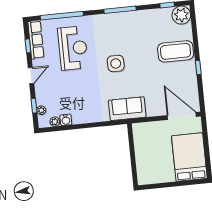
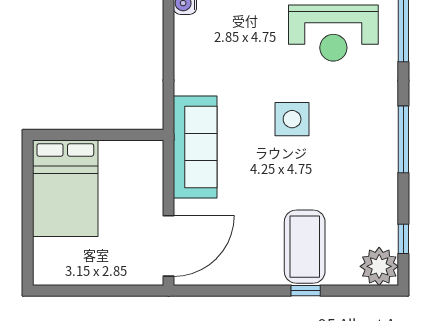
window: (198, 67) -> (306, 291), moved
sofa: (127, 109) -> (195, 147), width x1.36
bed: (189, 157) -> (65, 188), moved, turned 90

